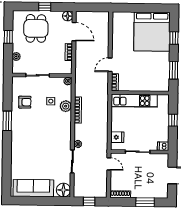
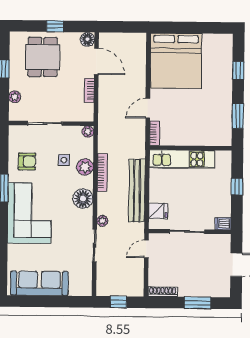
bed: (152, 32) -> (176, 61), moved
bench: (102, 123) -> (137, 190), added
corner sofa: (26, 139) -> (29, 213), added
door: (109, 164) -> (146, 249), swing flipped
floor lamp: (63, 190) -> (83, 199), moved

